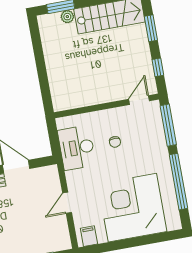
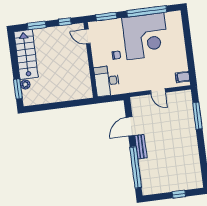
window: (168, 125) -> (106, 17), width x0.69
desk: (77, 148) -> (107, 81), moved, turned 90
corner desk: (132, 208) -> (145, 36), moved, turned -90

